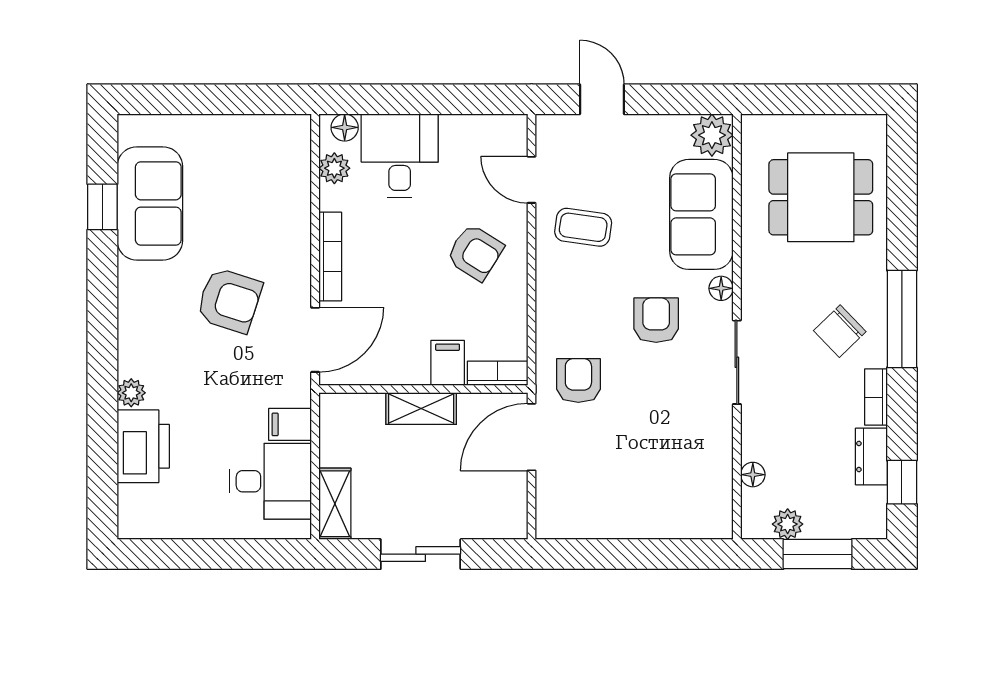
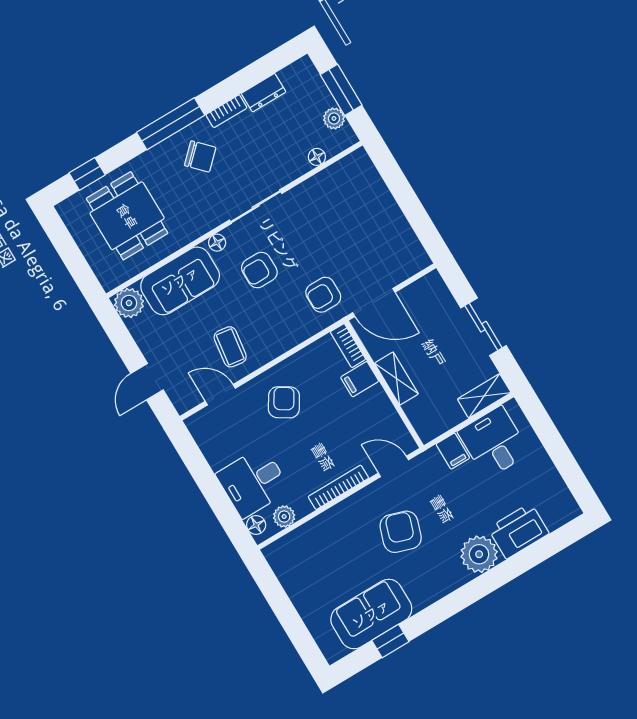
door: (532, 180) -> (220, 395), swing flipped
door: (315, 340) -> (393, 466), width x0.73
plant: (131, 393) -> (479, 554), width x1.88, depth x1.88
window: (902, 482) -> (87, 174), moved

